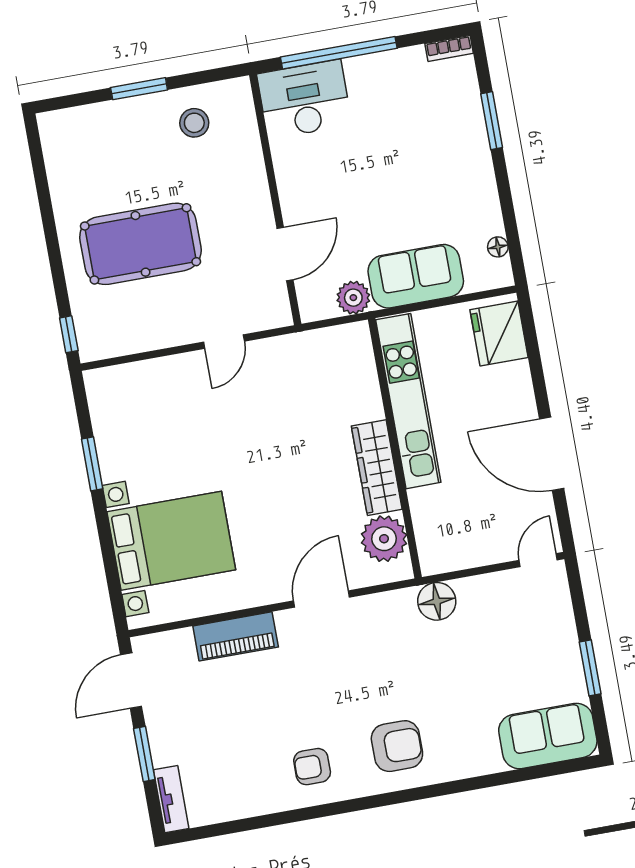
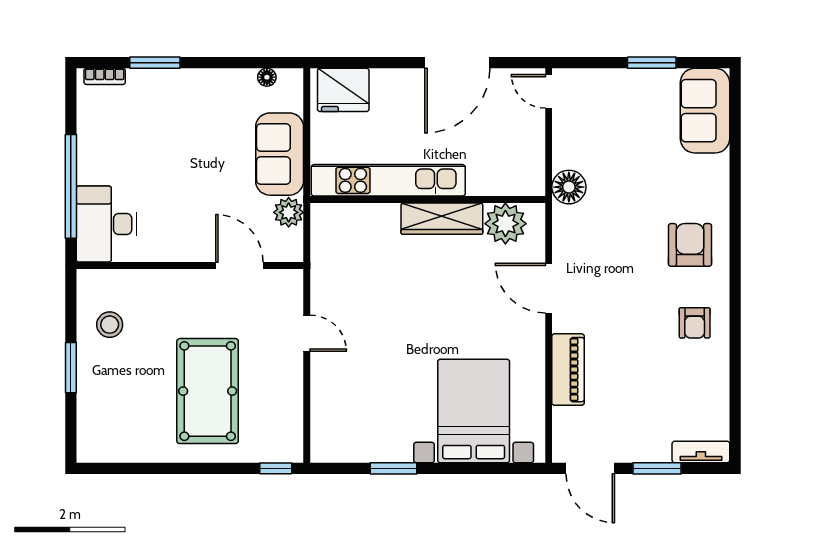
bookcase: (449, 48) -> (105, 76), moved, turned 90

